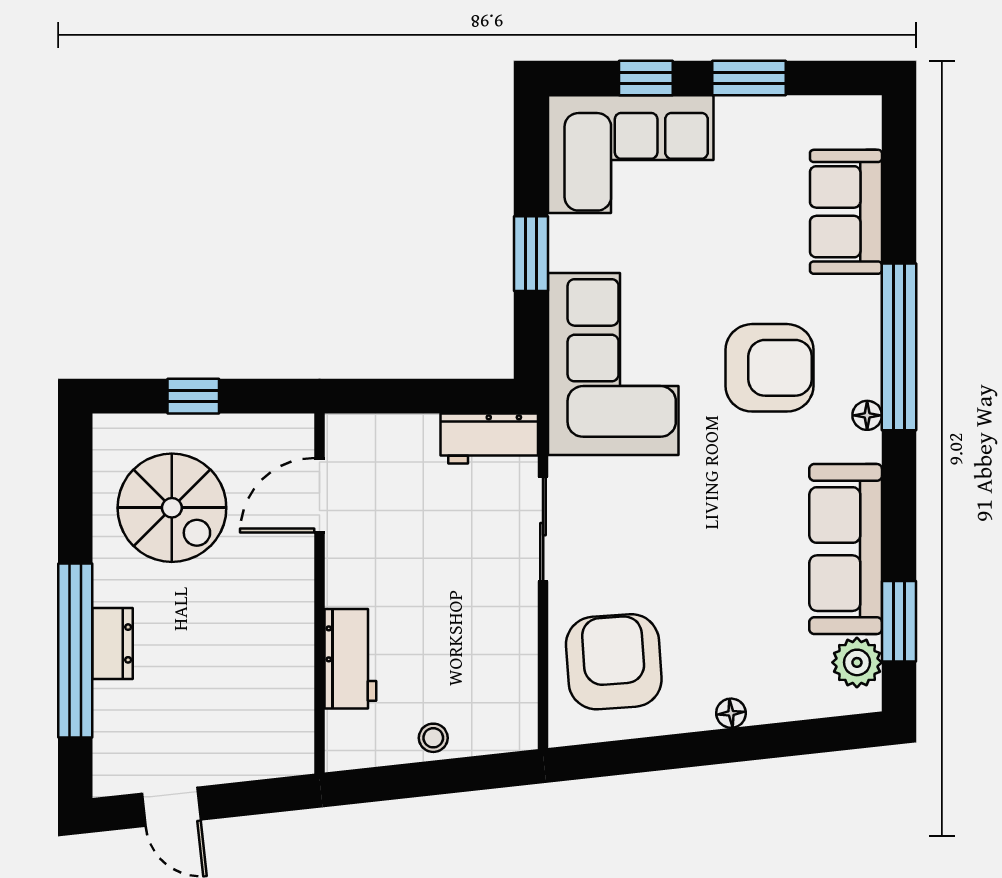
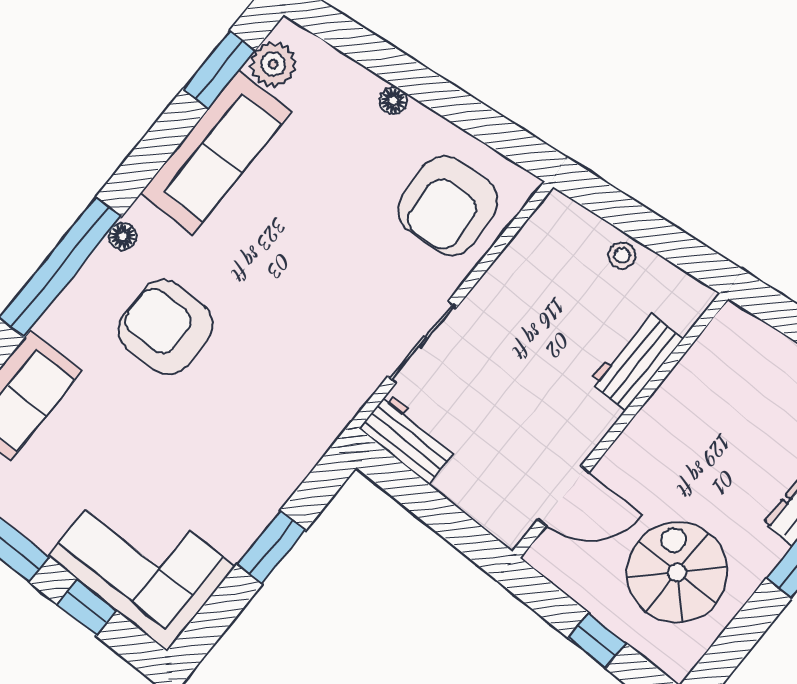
corner sofa: (613, 364) -> (276, 420), removed

